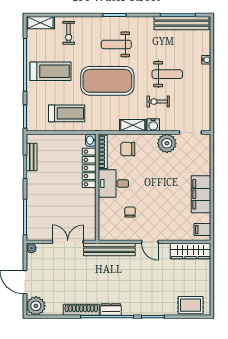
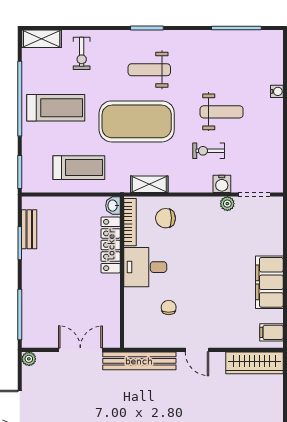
bench: (182, 23) -> (242, 39), removed
shelving: (133, 125) -> (149, 184), moved
water cooler: (153, 125) -> (222, 184), moved
plant: (167, 143) -> (227, 204), width x0.53, depth x0.53

